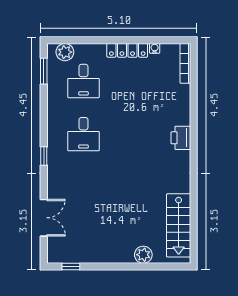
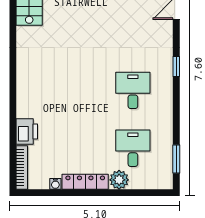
plant: (65, 52) -> (119, 180), moved
printer: (181, 138) -> (27, 131), moved

